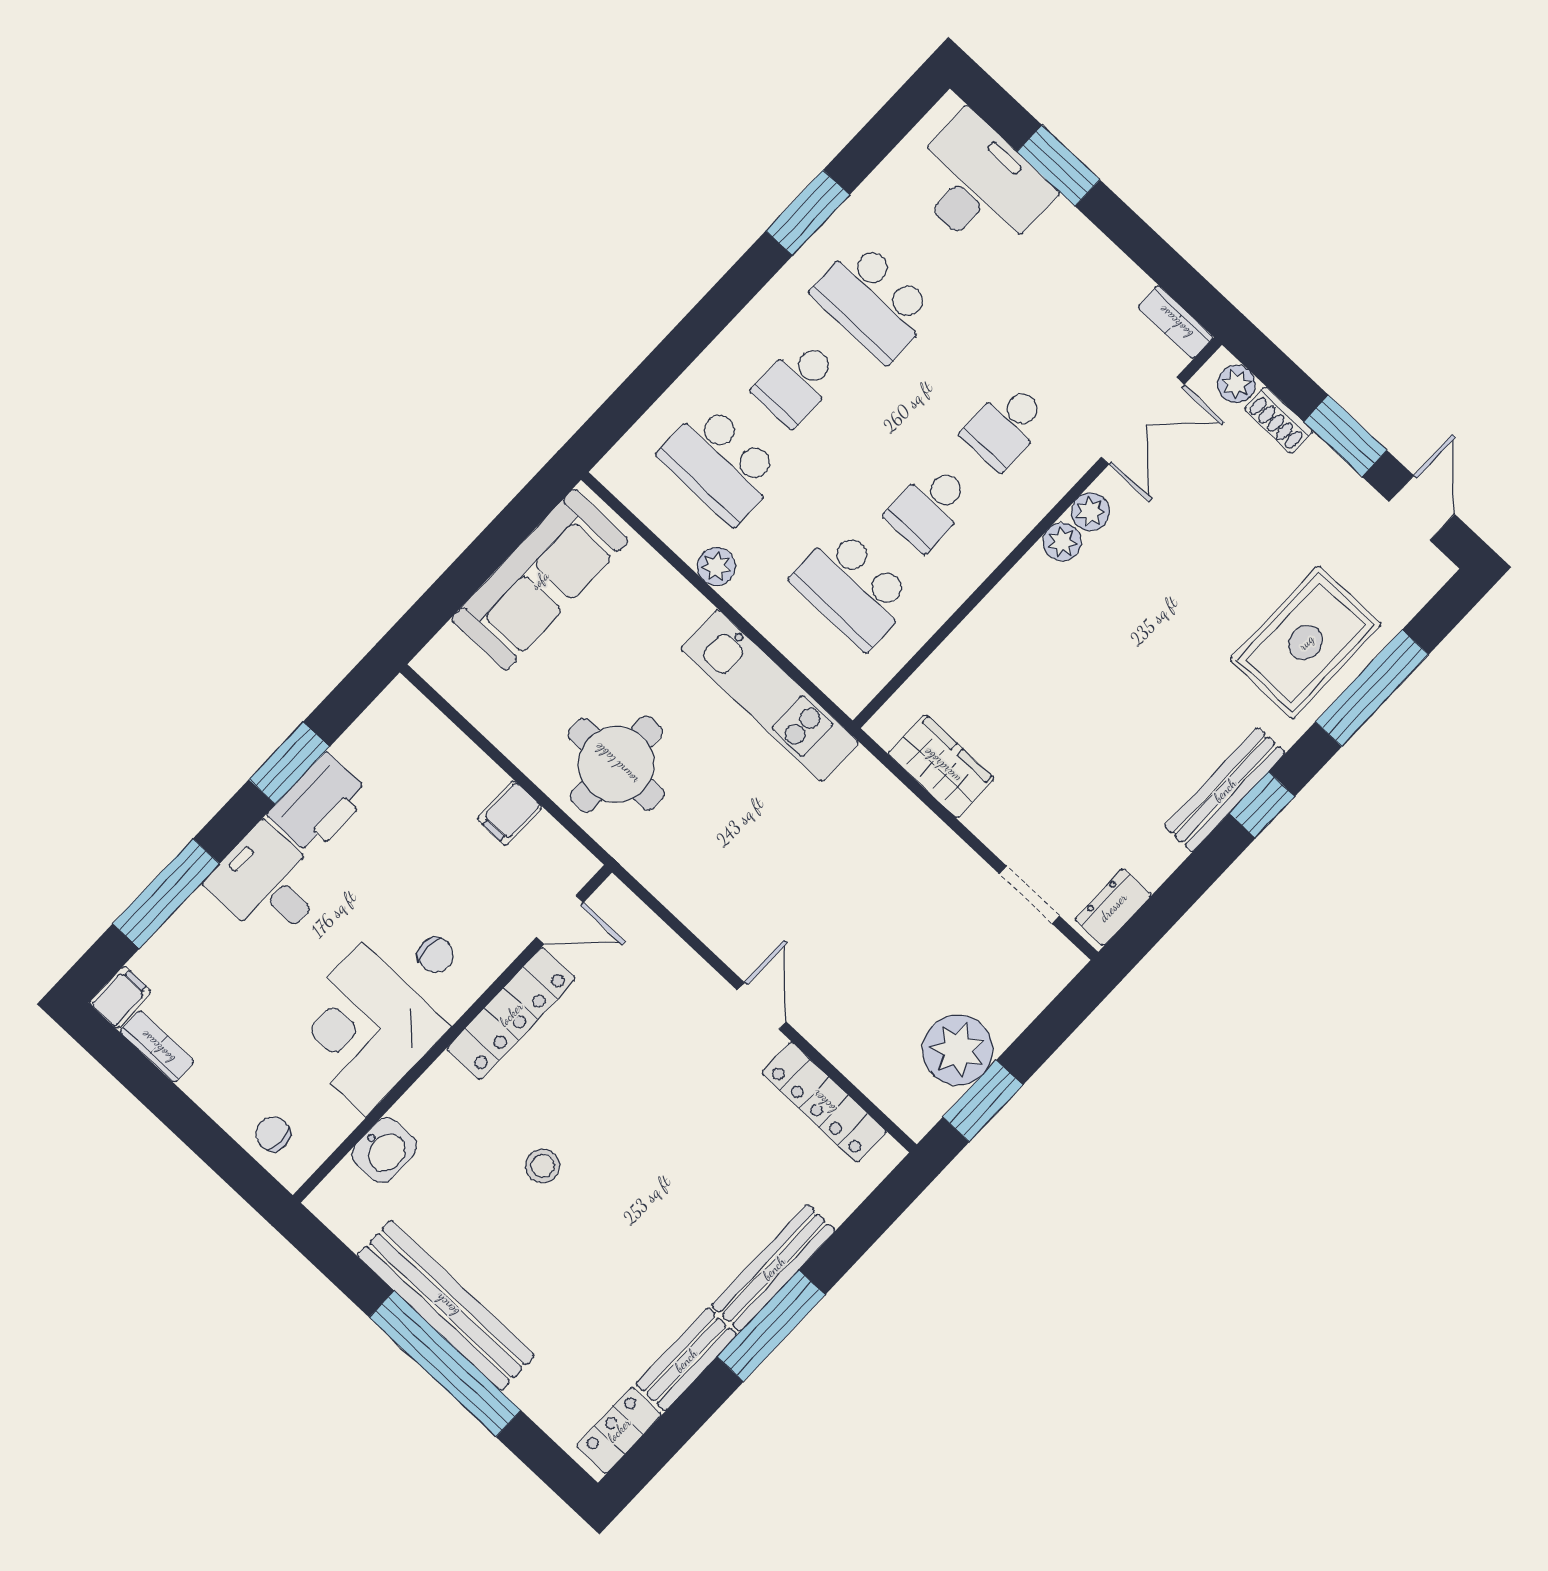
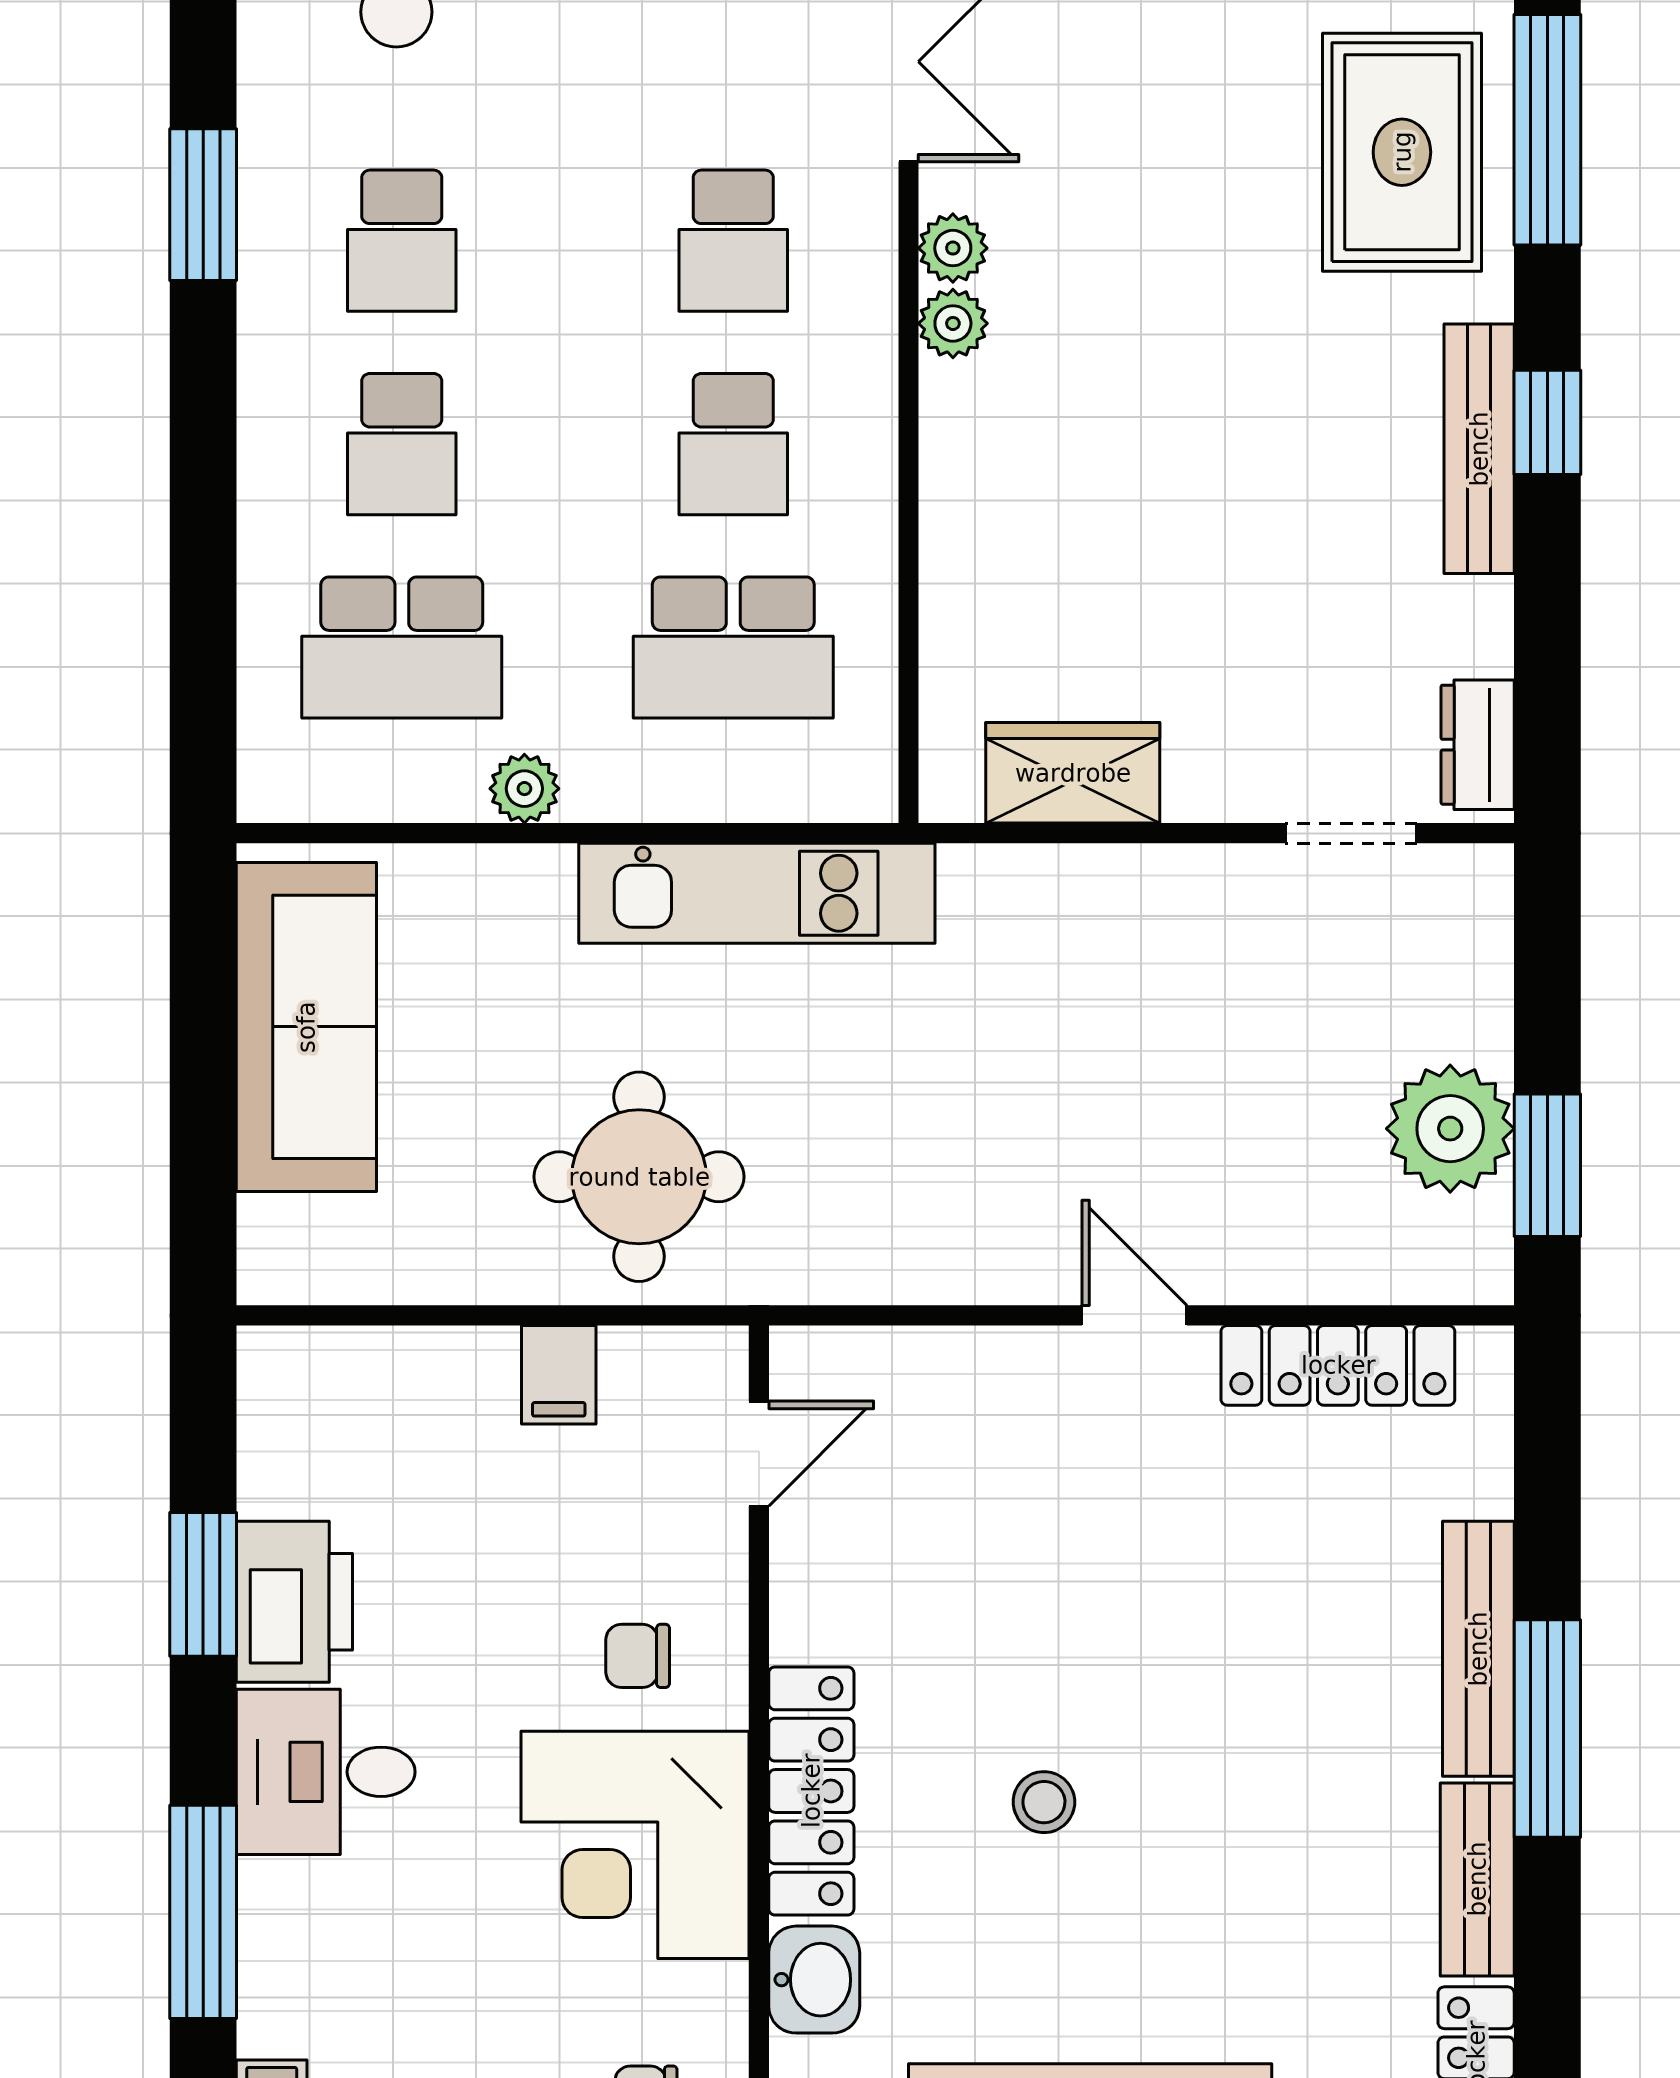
school desk: (873, 302) -> (402, 241), width x0.54
chair: (436, 955) -> (638, 1656), turned 180
locker: (511, 1014) -> (811, 1791), moved

